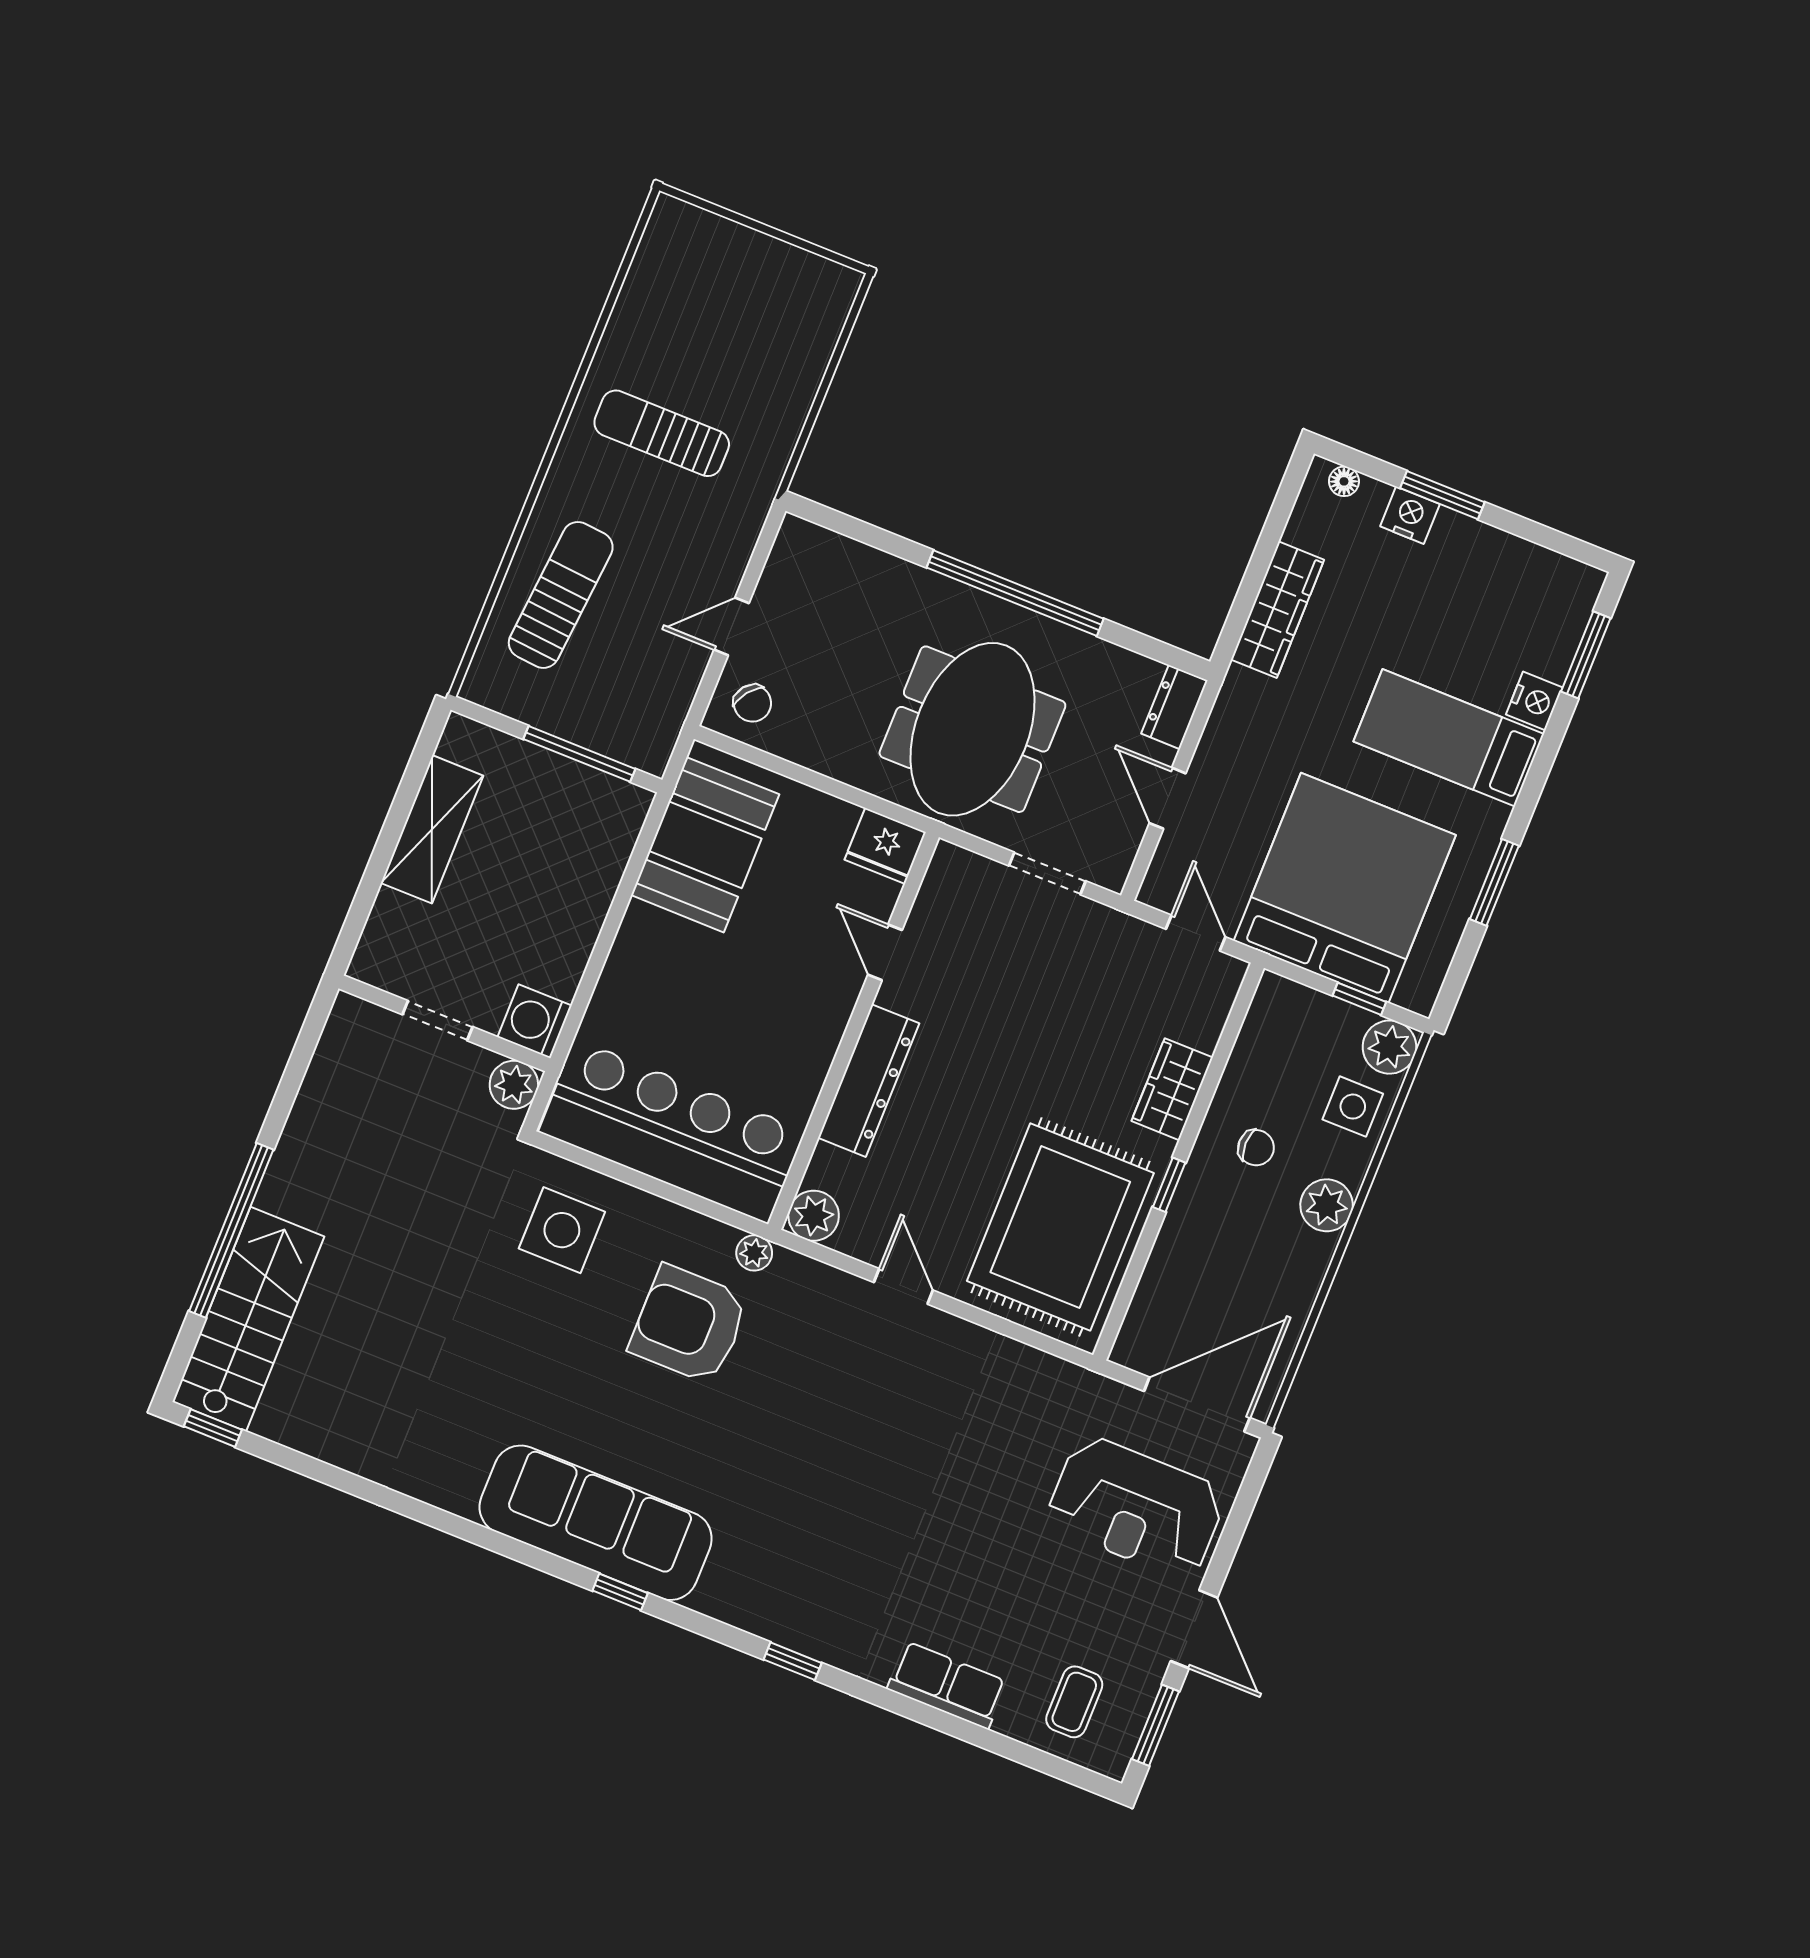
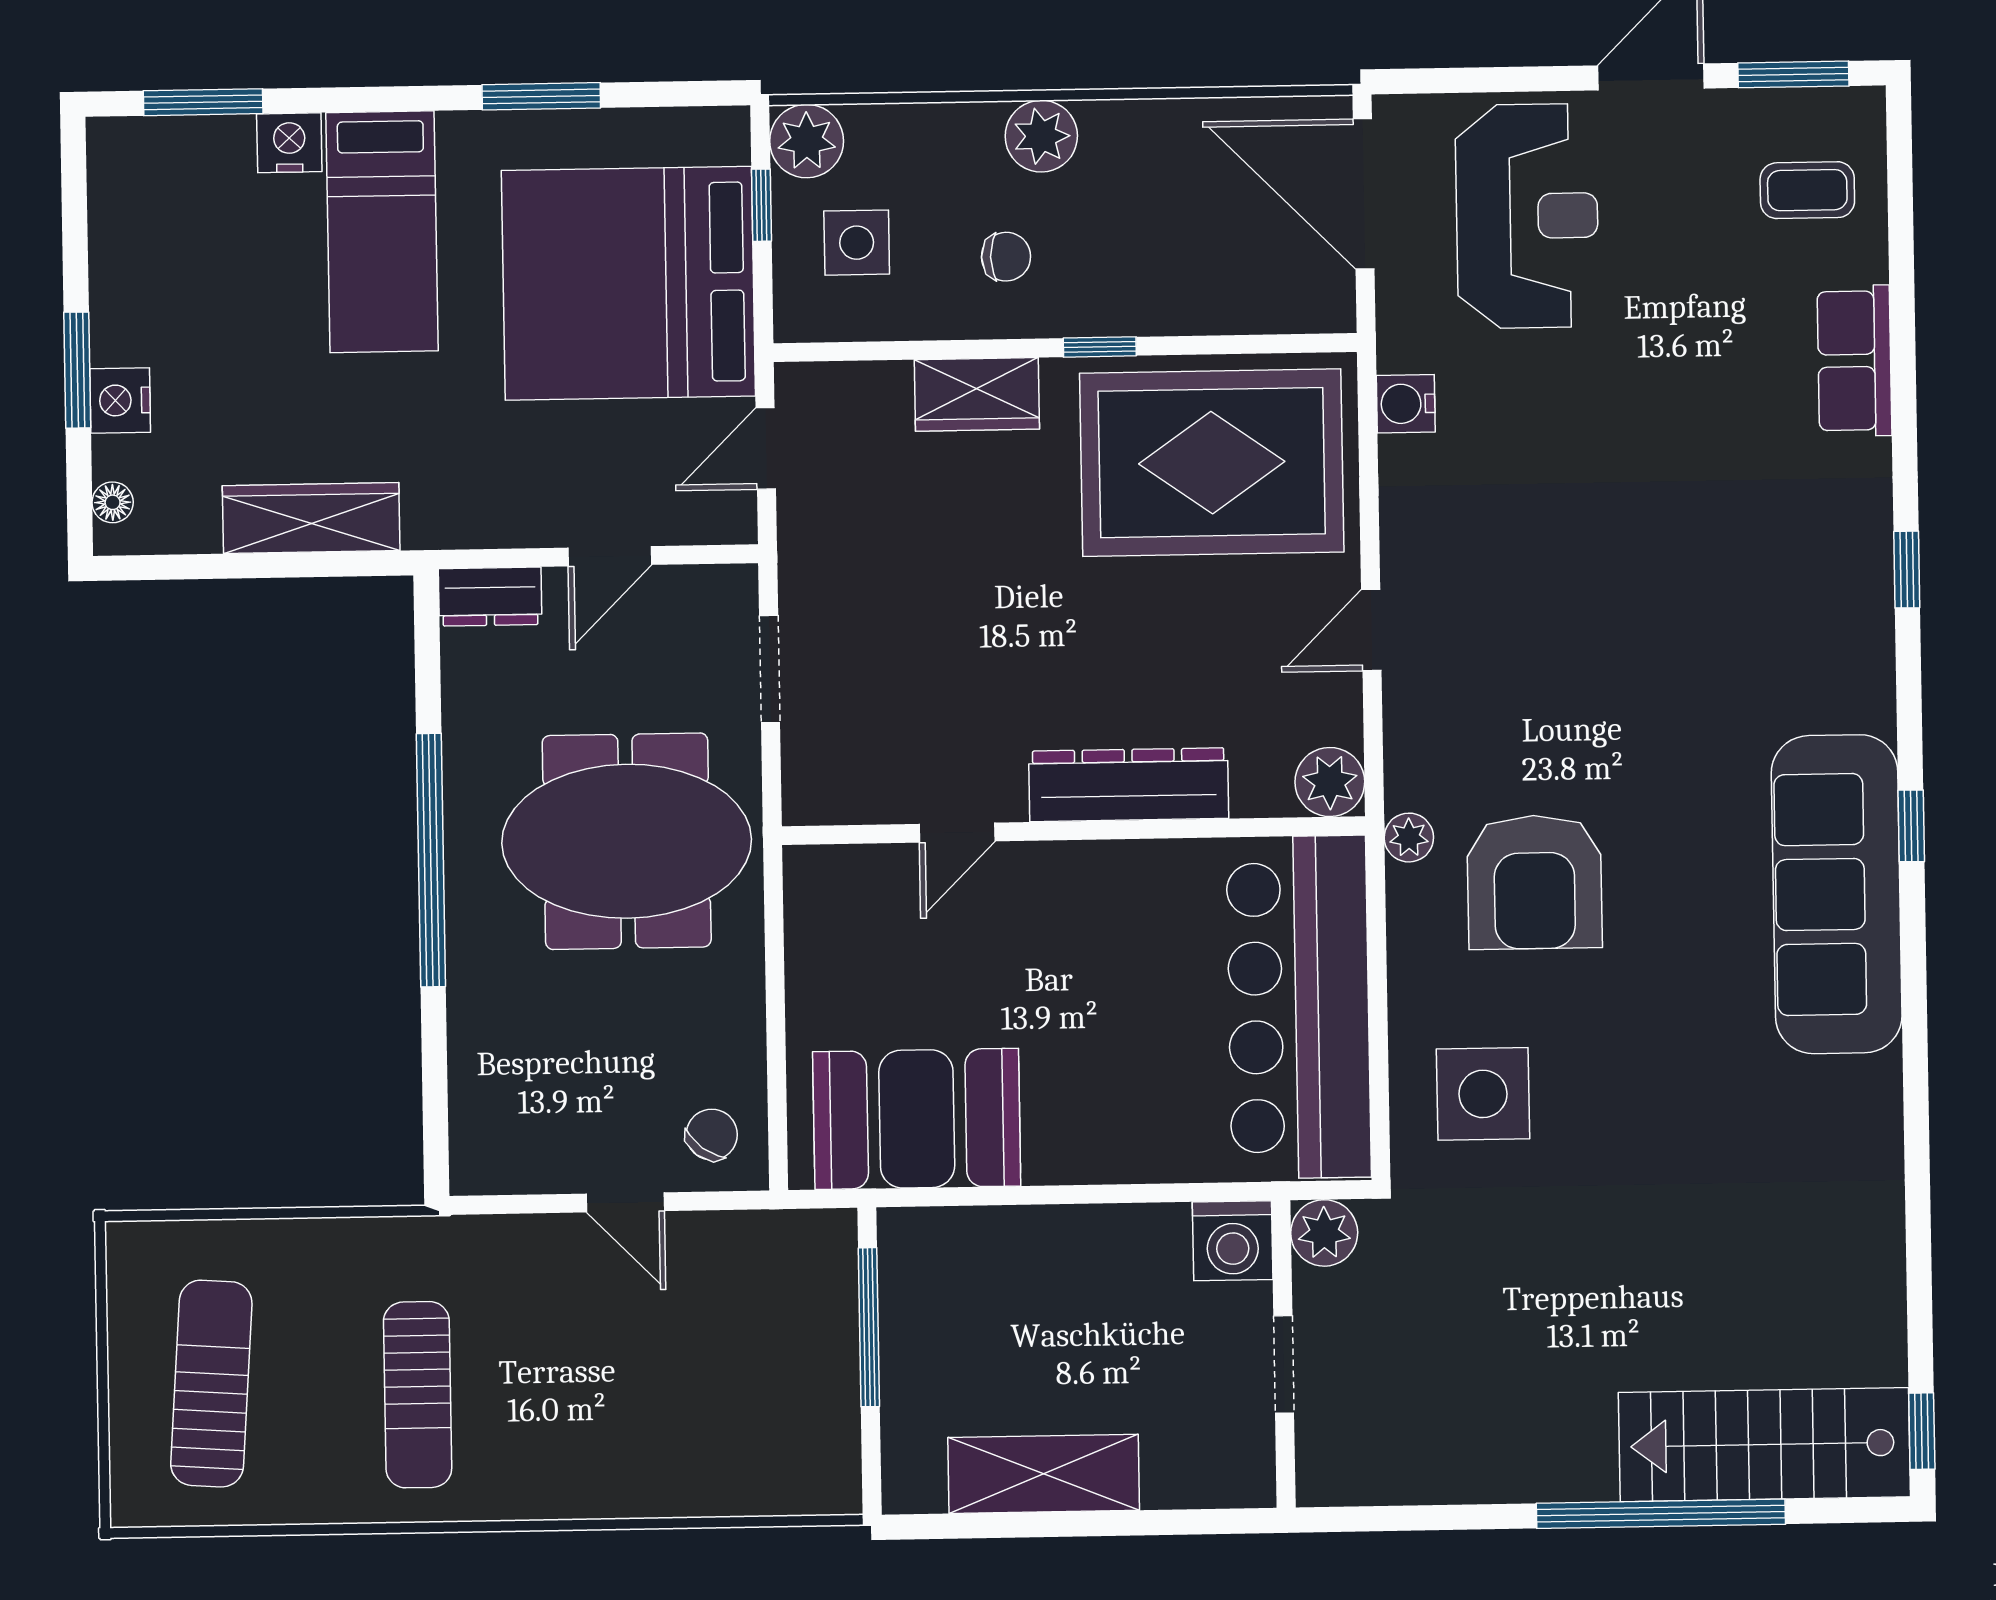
sun lounger: (561, 595) -> (211, 1384), moved, turned 89
fridge: (885, 846) -> (822, 890), removed
side table: (1353, 1107) -> (857, 243), moved
chair: (1256, 1148) -> (1006, 257), turned 90
water cooler: (1045, 1373) -> (1406, 404), added

